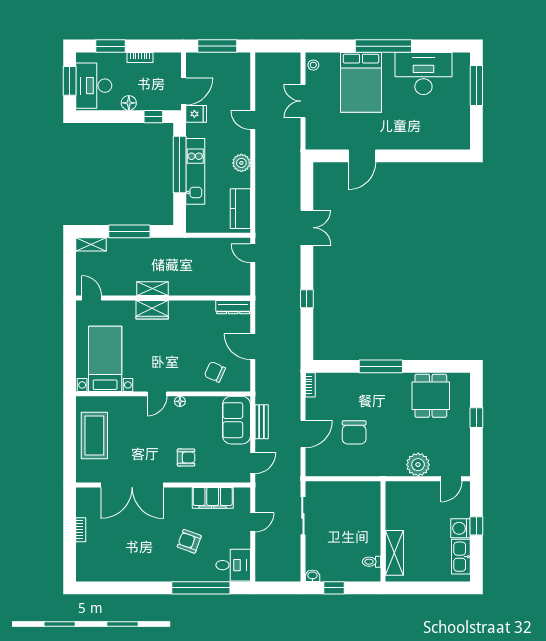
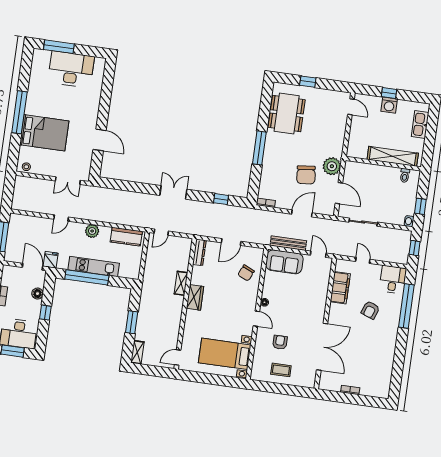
desk: (423, 74) -> (71, 69), moved, turned 90
double door: (303, 101) -> (68, 181), moved
floor lamp: (129, 103) -> (38, 294), moved
window: (153, 117) -> (45, 313), moved
double door: (307, 228) -> (173, 192), moved
window: (129, 231) -> (132, 322), width x0.69
shelving: (152, 289) -> (181, 283), moved
window: (307, 299) -> (221, 199), moved
wardrobe: (152, 310) -> (195, 297), moved
dining table: (431, 396) -> (287, 114), width x1.38
bench: (262, 422) -> (288, 243), width x1.36
chair: (354, 432) -> (306, 175), turned 84
door: (303, 434) -> (302, 213), hinge flipped
coffee table: (94, 435) -> (281, 370), width x0.54, depth x0.58
armchair: (186, 458) -> (280, 342), moved
plant: (418, 465) -> (332, 166), moved
door: (336, 479) -> (339, 193), added
shelving: (394, 553) -> (393, 156), width x1.47
kitchen sink: (461, 557) -> (420, 125), moved, turned 90
window: (278, 588) -> (415, 248), added

